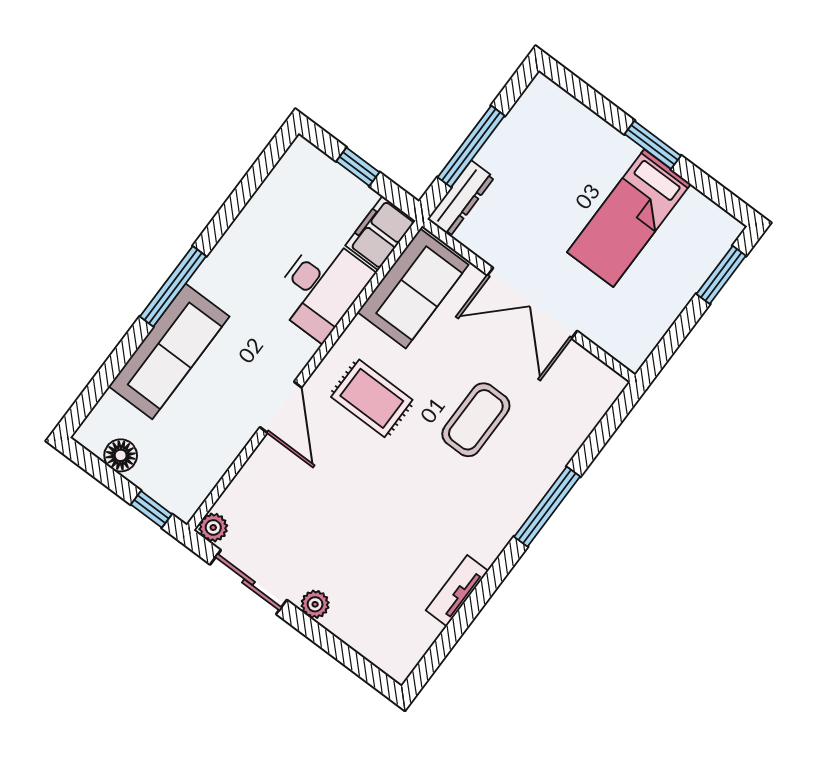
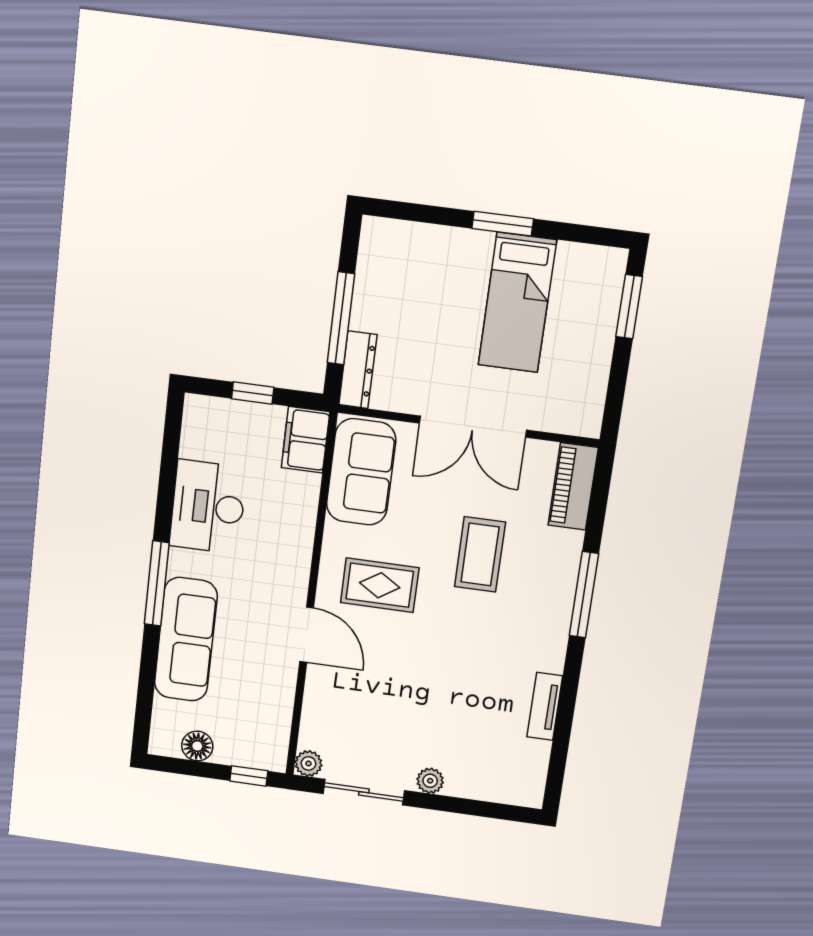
desk: (321, 287) -> (208, 507), moved, turned 180
piano: (590, 404) -> (573, 486), added

